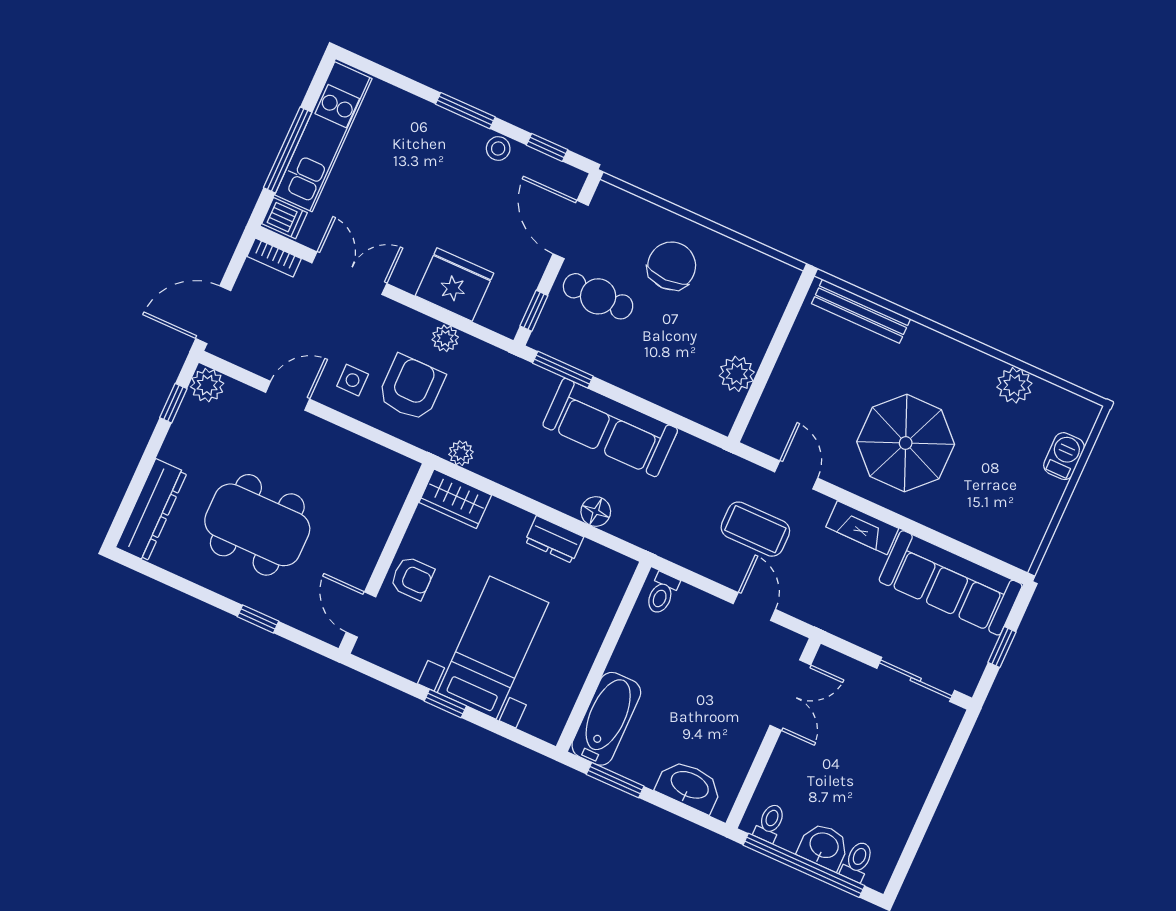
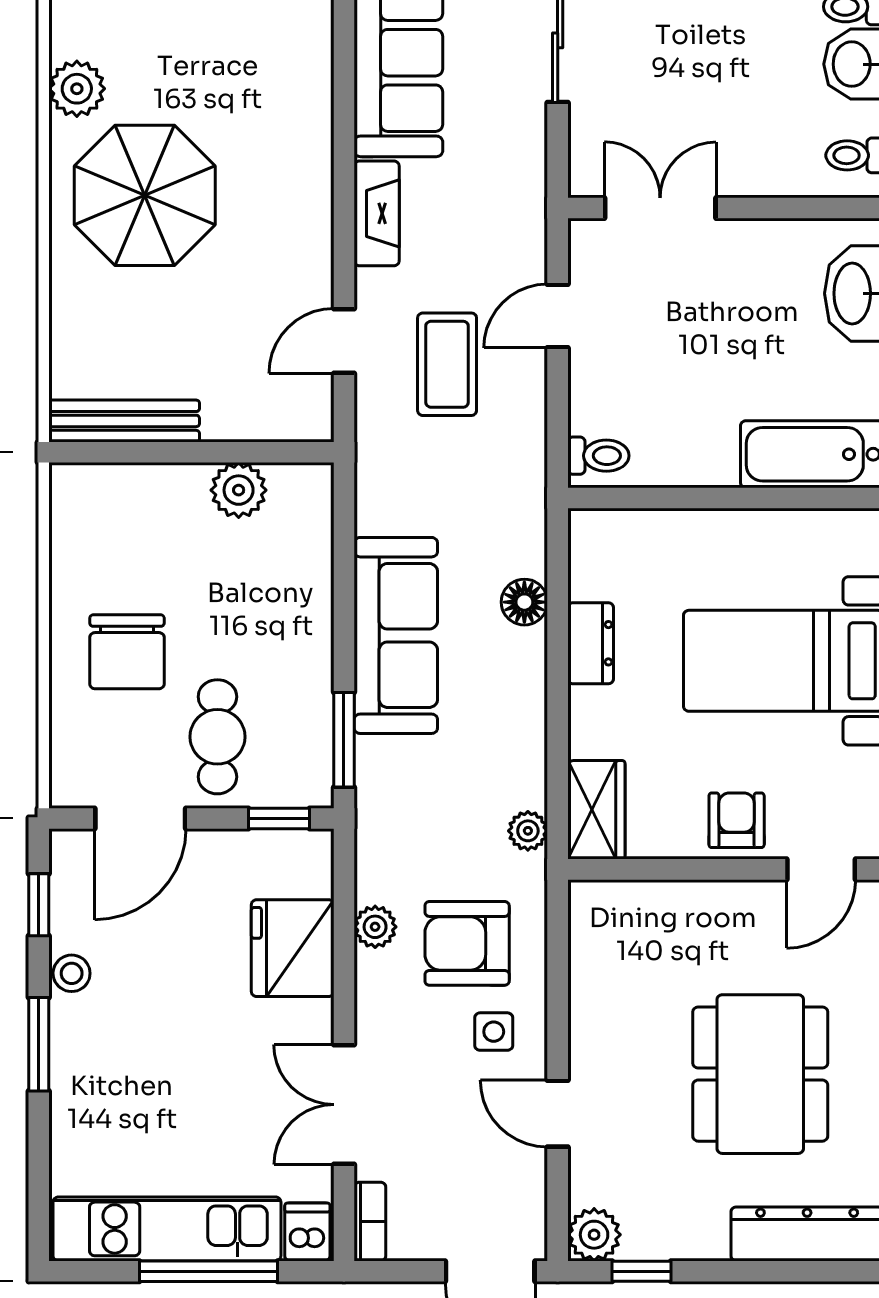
chair: (672, 266) -> (127, 652), turned -90
bench: (861, 311) -> (124, 421), moved, turned 90
parasol: (906, 443) -> (145, 195), moved

